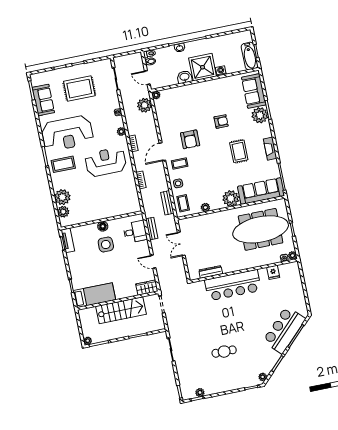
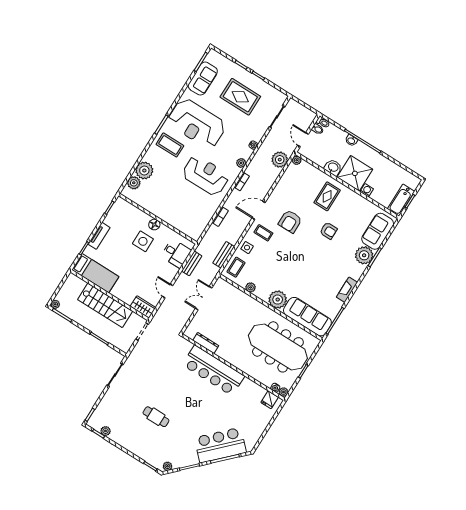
rug: (239, 151) -> (327, 196), moved
tv unit: (68, 240) -> (99, 236), moved
fridge: (273, 272) -> (270, 400), moved

